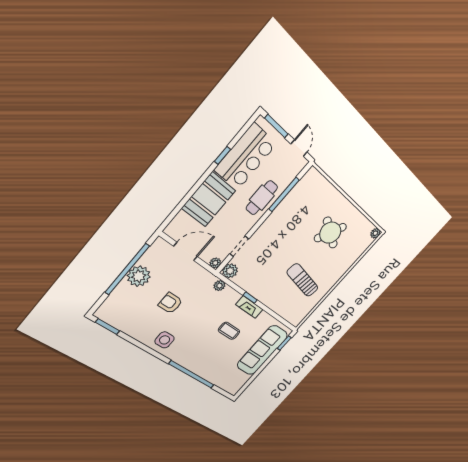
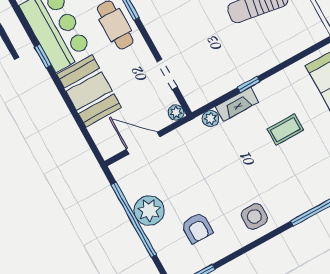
door: (186, 251) -> (143, 143), hinge flipped
plant: (230, 271) -> (196, 98), removed
armchair: (170, 303) -> (197, 228), moved, turned -90
fireplace: (249, 307) -> (237, 104), moved

